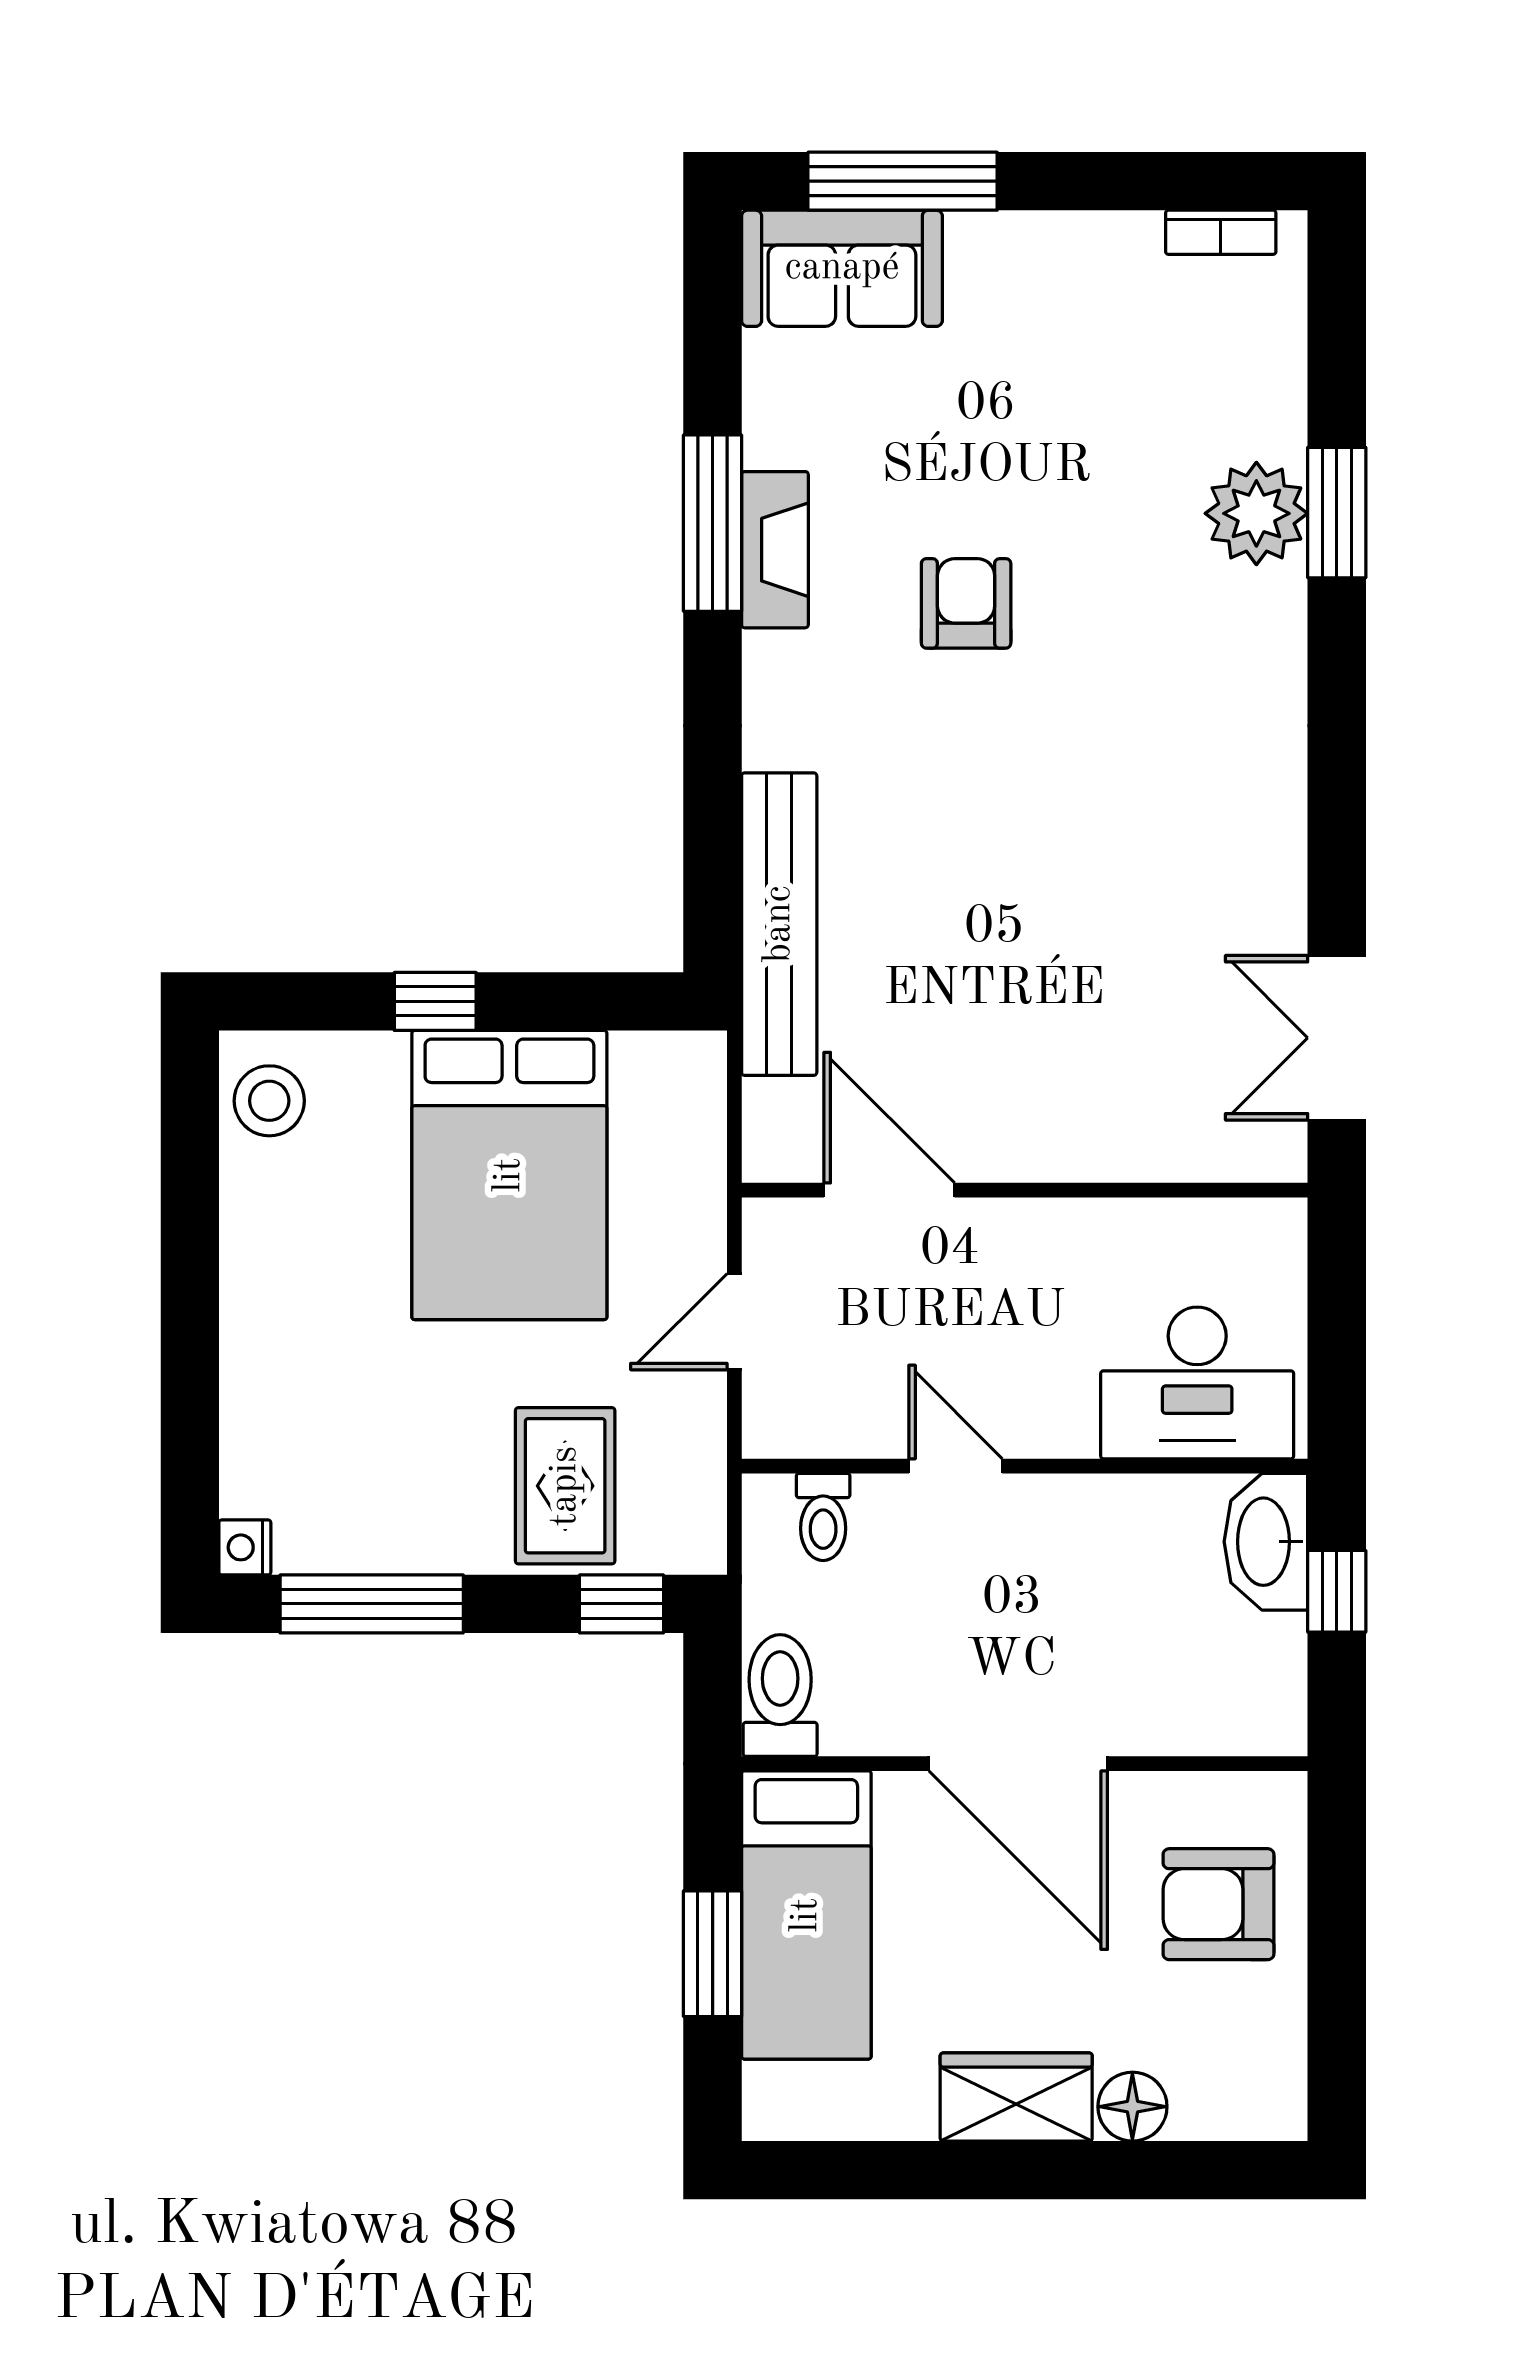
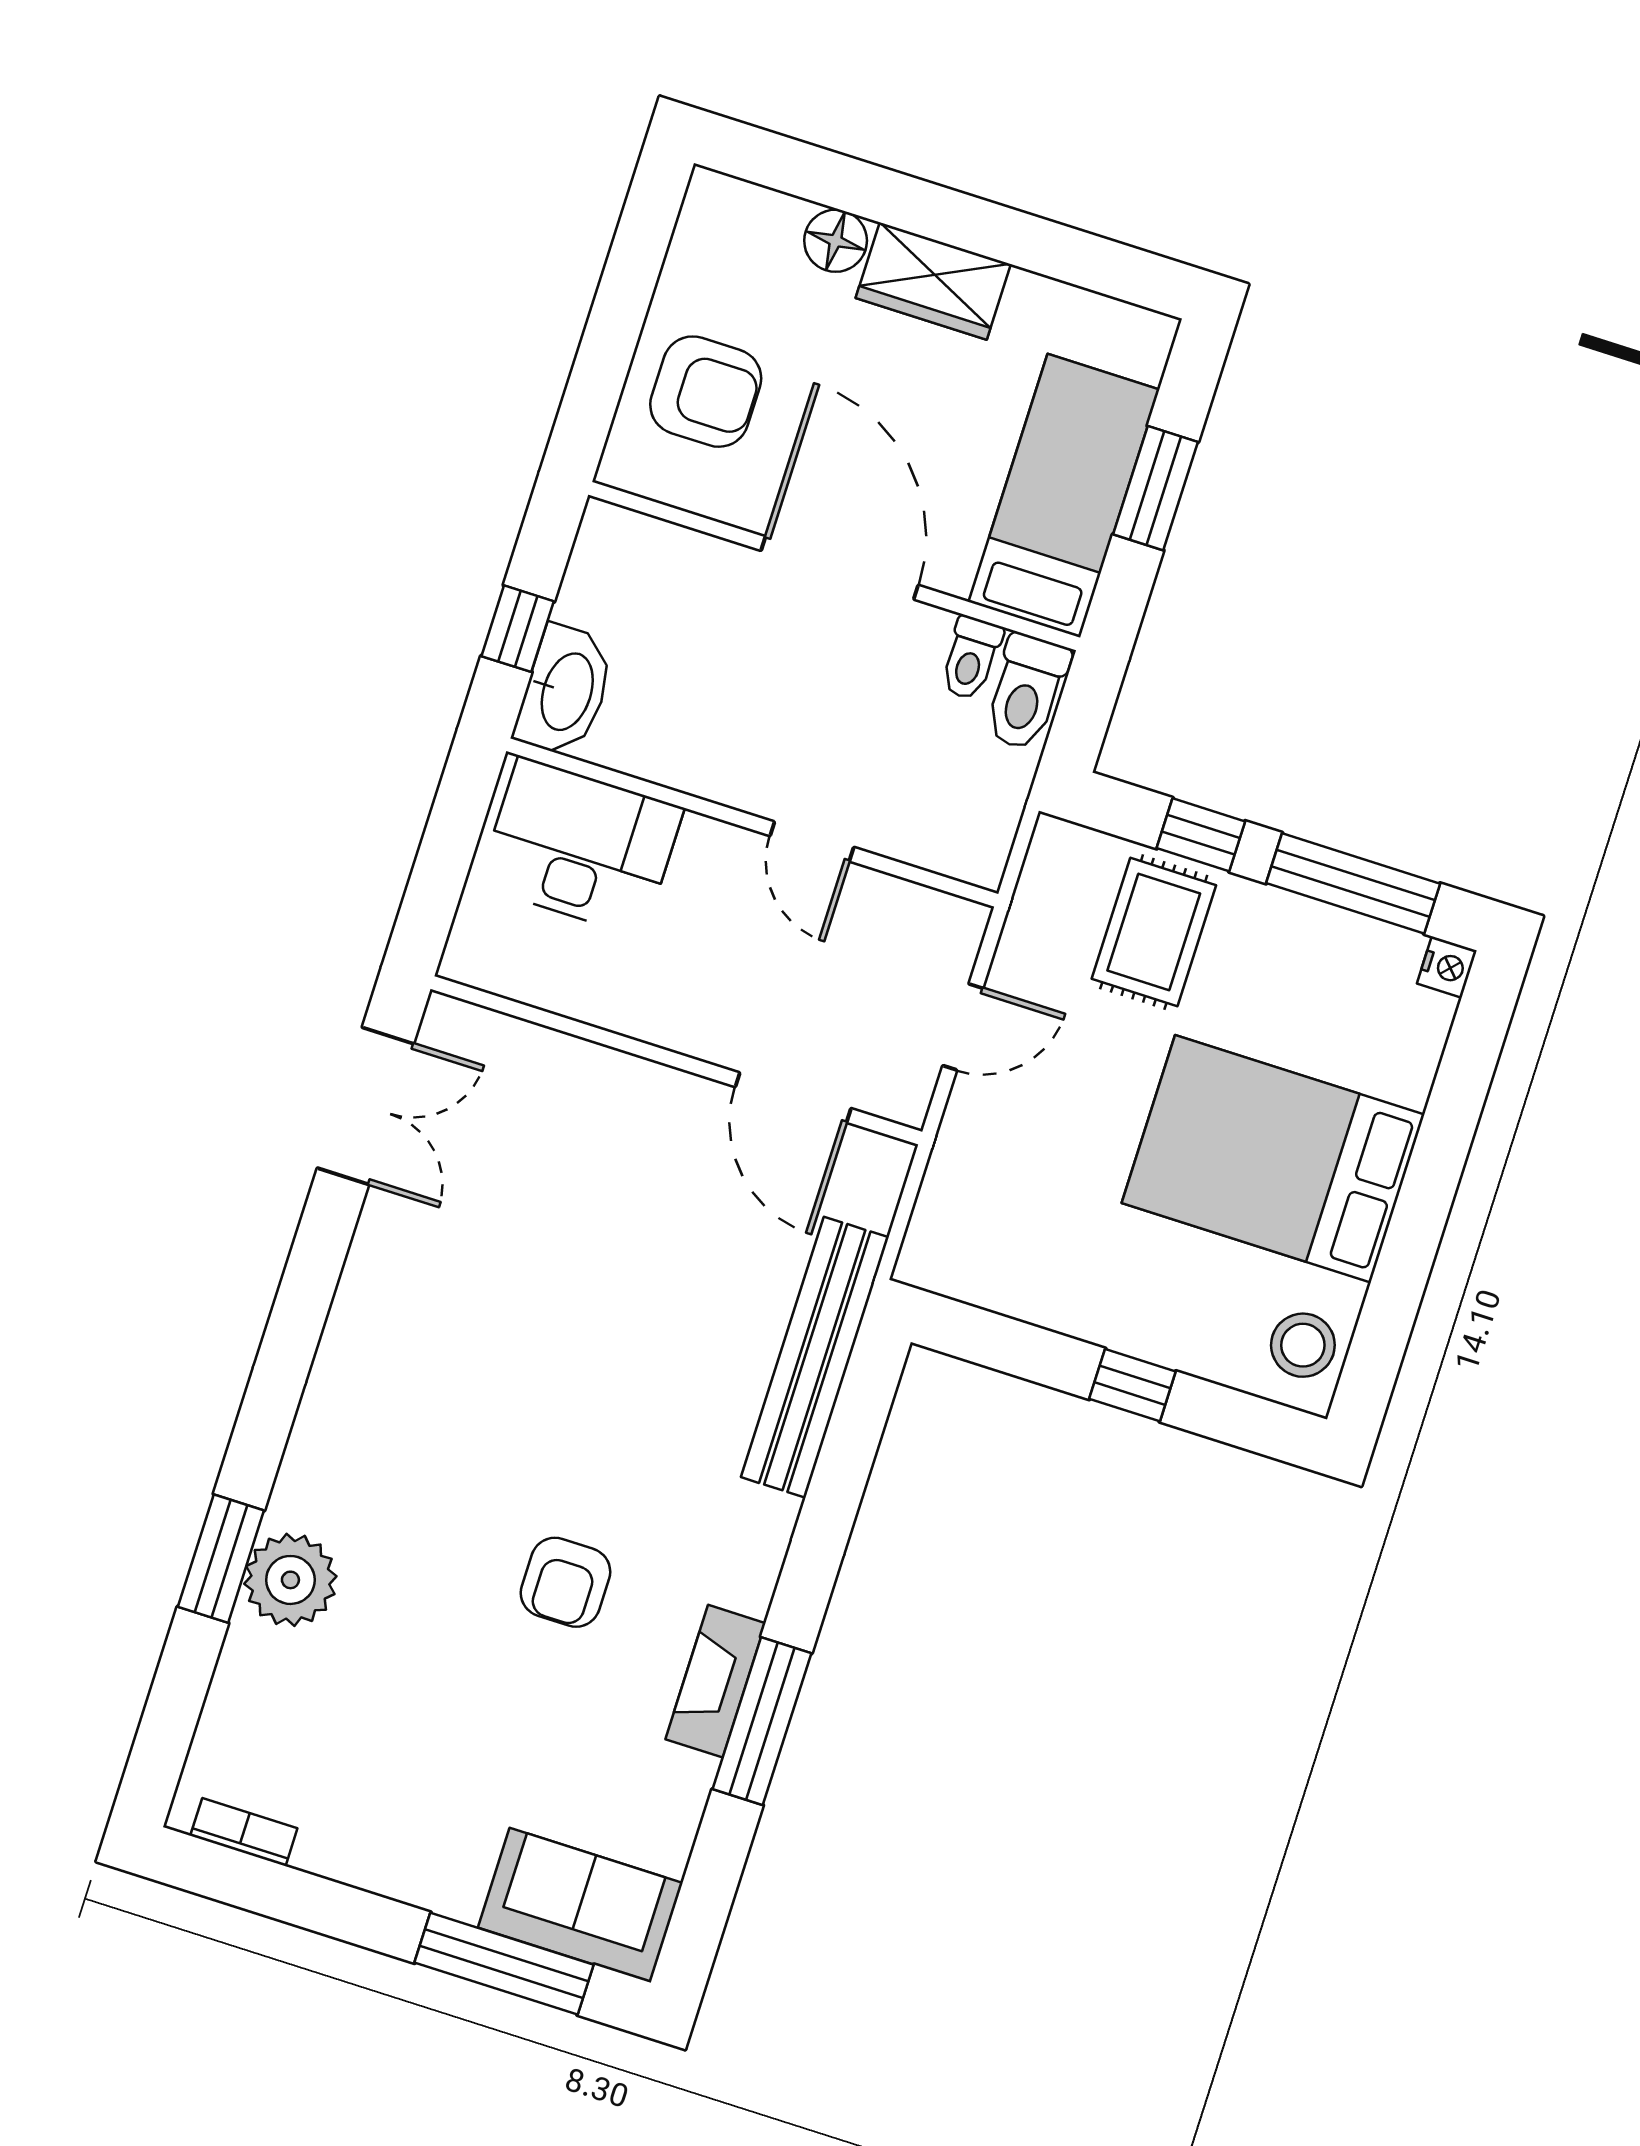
bed: (509, 1175) -> (1273, 1159), moved, turned -90
toilet: (823, 1517) -> (971, 658), moved, turned 180
window: (621, 1604) -> (1201, 835), moved

